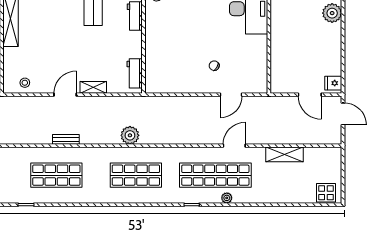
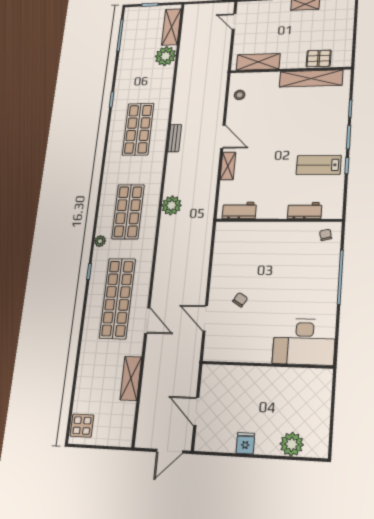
fridge: (333, 83) -> (245, 443), moved
door: (310, 95) -> (196, 411), hinge flipped
plant: (227, 198) -> (100, 241), moved

